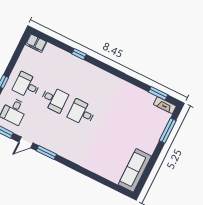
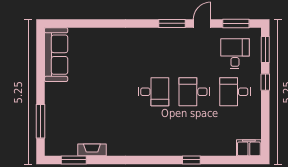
desk: (27, 85) -> (235, 92), turned 180
fireplace: (165, 105) -> (92, 150), moved

